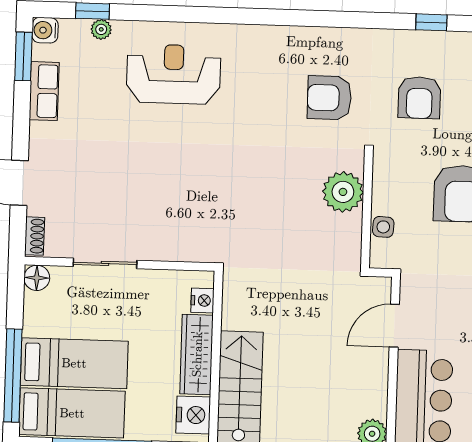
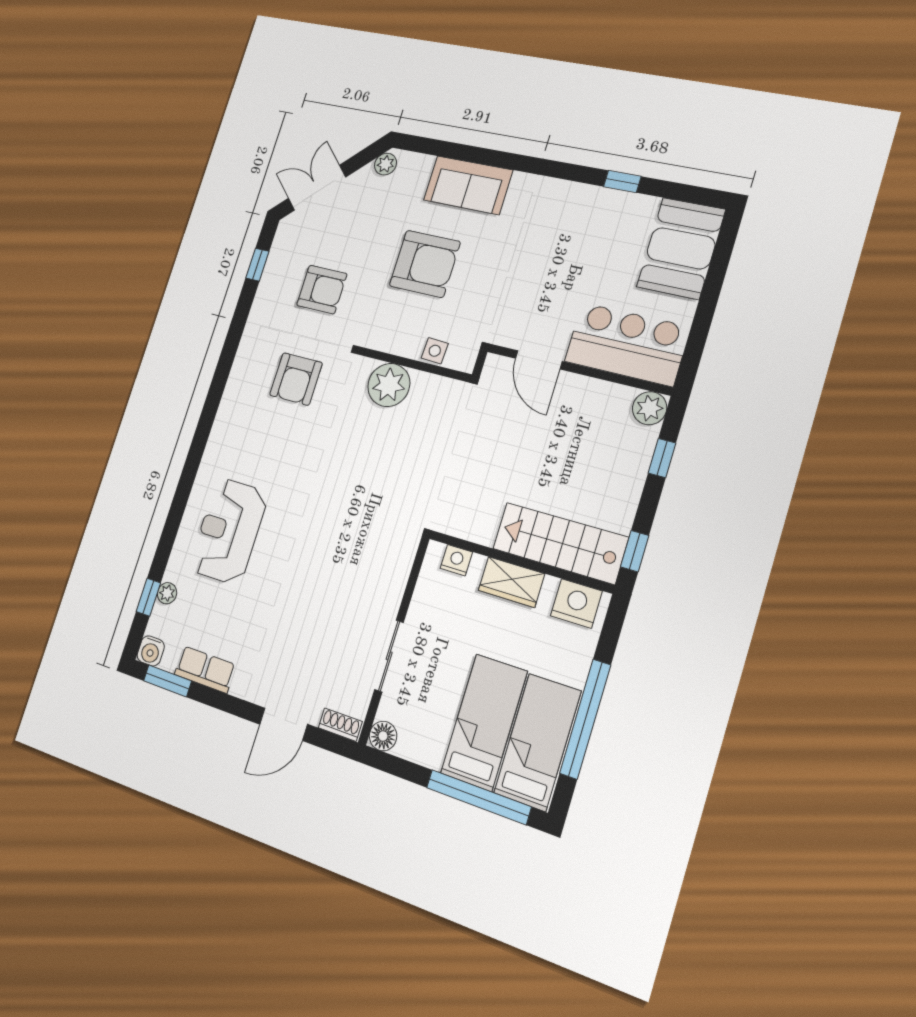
wardrobe: (197, 354) -> (511, 582), width x0.67

